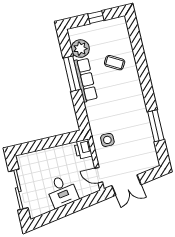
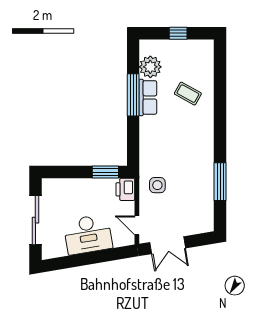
row of seats: (86, 80) -> (148, 97), width x0.68
window: (64, 139) -> (105, 172), added
desk: (62, 191) -> (88, 234), width x1.37

